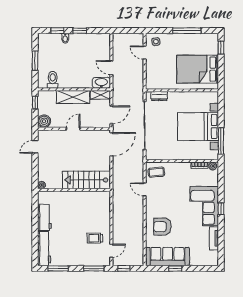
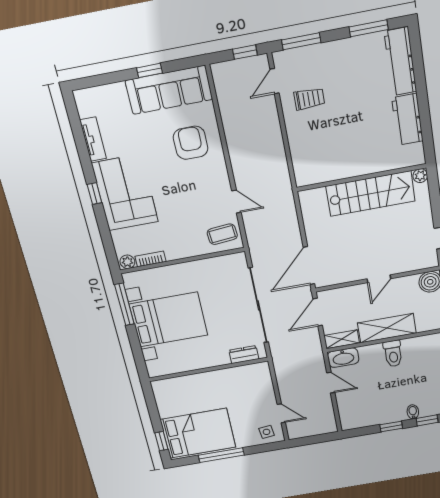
bed: (198, 69) -> (198, 433), moved
toilet: (53, 80) -> (393, 354), moved
stairs: (87, 180) -> (371, 194), moved
armchair: (162, 227) -> (191, 143), turned -90

